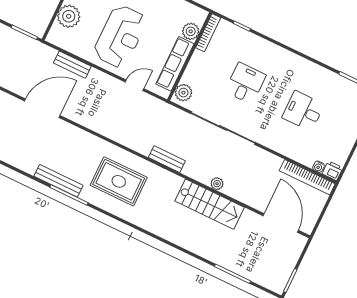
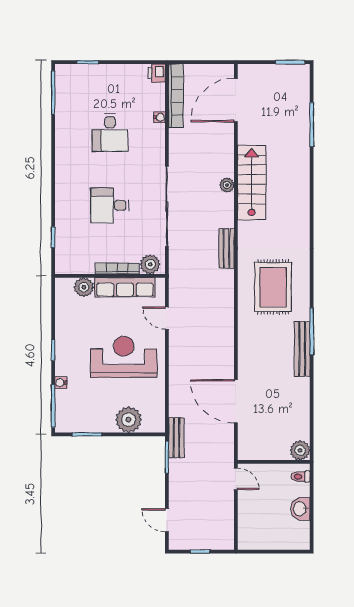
bookcase: (208, 33) -> (117, 269), moved
bench: (72, 65) -> (176, 438), moved
water cooler: (318, 167) -> (159, 117), moved

